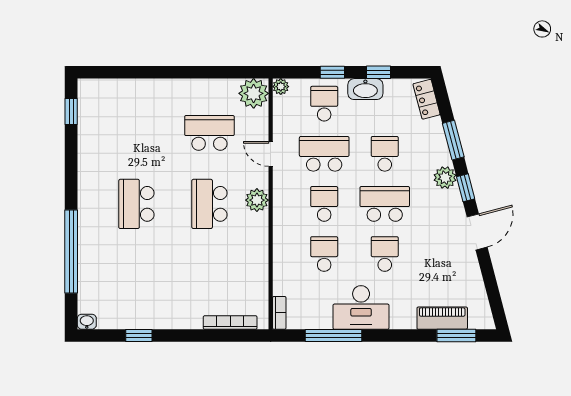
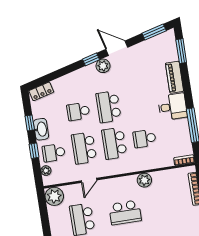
plant: (281, 87) -> (46, 171), moved
window: (453, 140) -> (154, 32), moved
plant: (445, 178) -> (103, 66), moved
plant: (257, 200) -> (144, 180), moved
school desk: (324, 204) -> (114, 143), width x1.85
school desk: (385, 254) -> (139, 102), removed
desk: (361, 307) -> (173, 107), width x0.73
piano: (442, 318) -> (174, 77), moved

